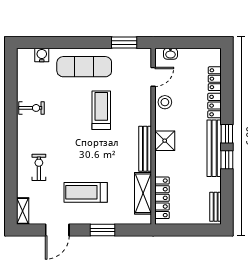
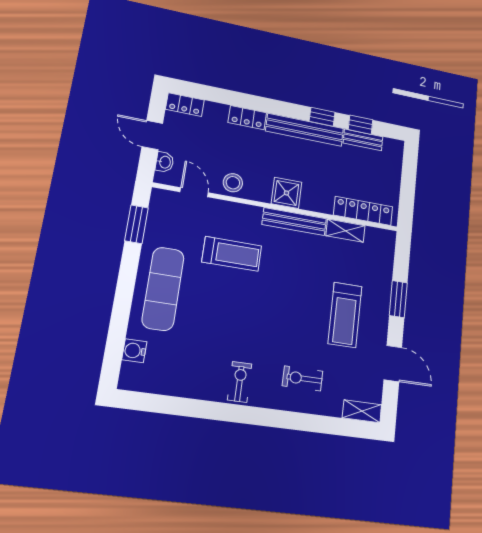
door: (188, 43) -> (152, 135), added
locker: (215, 79) -> (185, 105), moved
exercise bike: (32, 108) -> (240, 382), moved
treadmill: (101, 110) -> (232, 254), moved, turned 180
window: (227, 134) -> (361, 125), moved
shelving: (143, 193) -> (345, 231), width x0.67, depth x0.75
bench: (216, 207) -> (363, 140), moved

